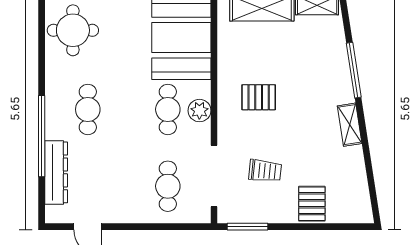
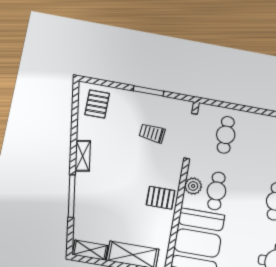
pallet: (259, 97) -> (161, 198), moved
pallet: (312, 204) -> (97, 104), moved
window: (248, 227) -> (149, 91), moved

